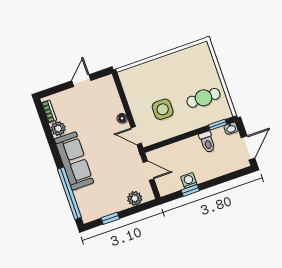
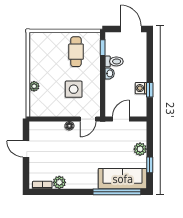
plant: (151, 66) -> (34, 86), added
washbasin: (231, 128) -> (110, 73), moved
sofa: (74, 161) -> (123, 179), moved
plant: (135, 198) -> (140, 149), moved

